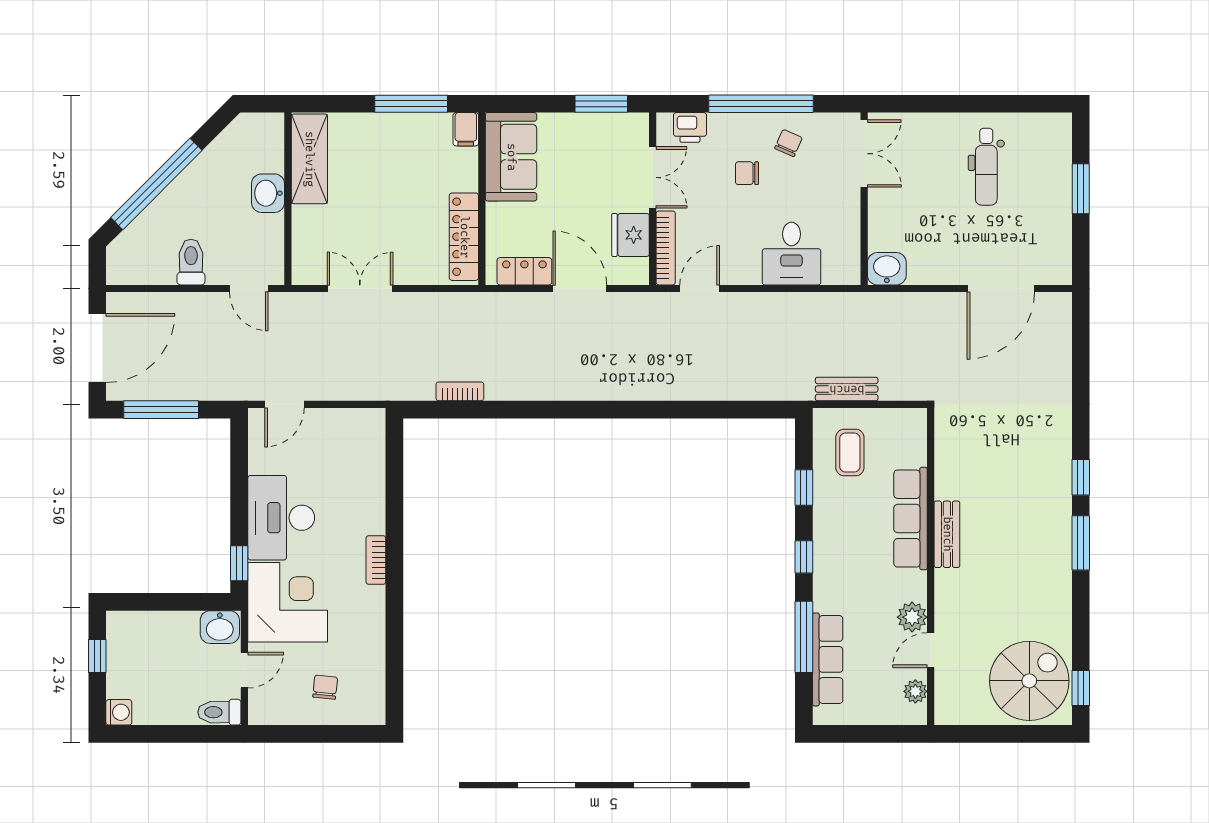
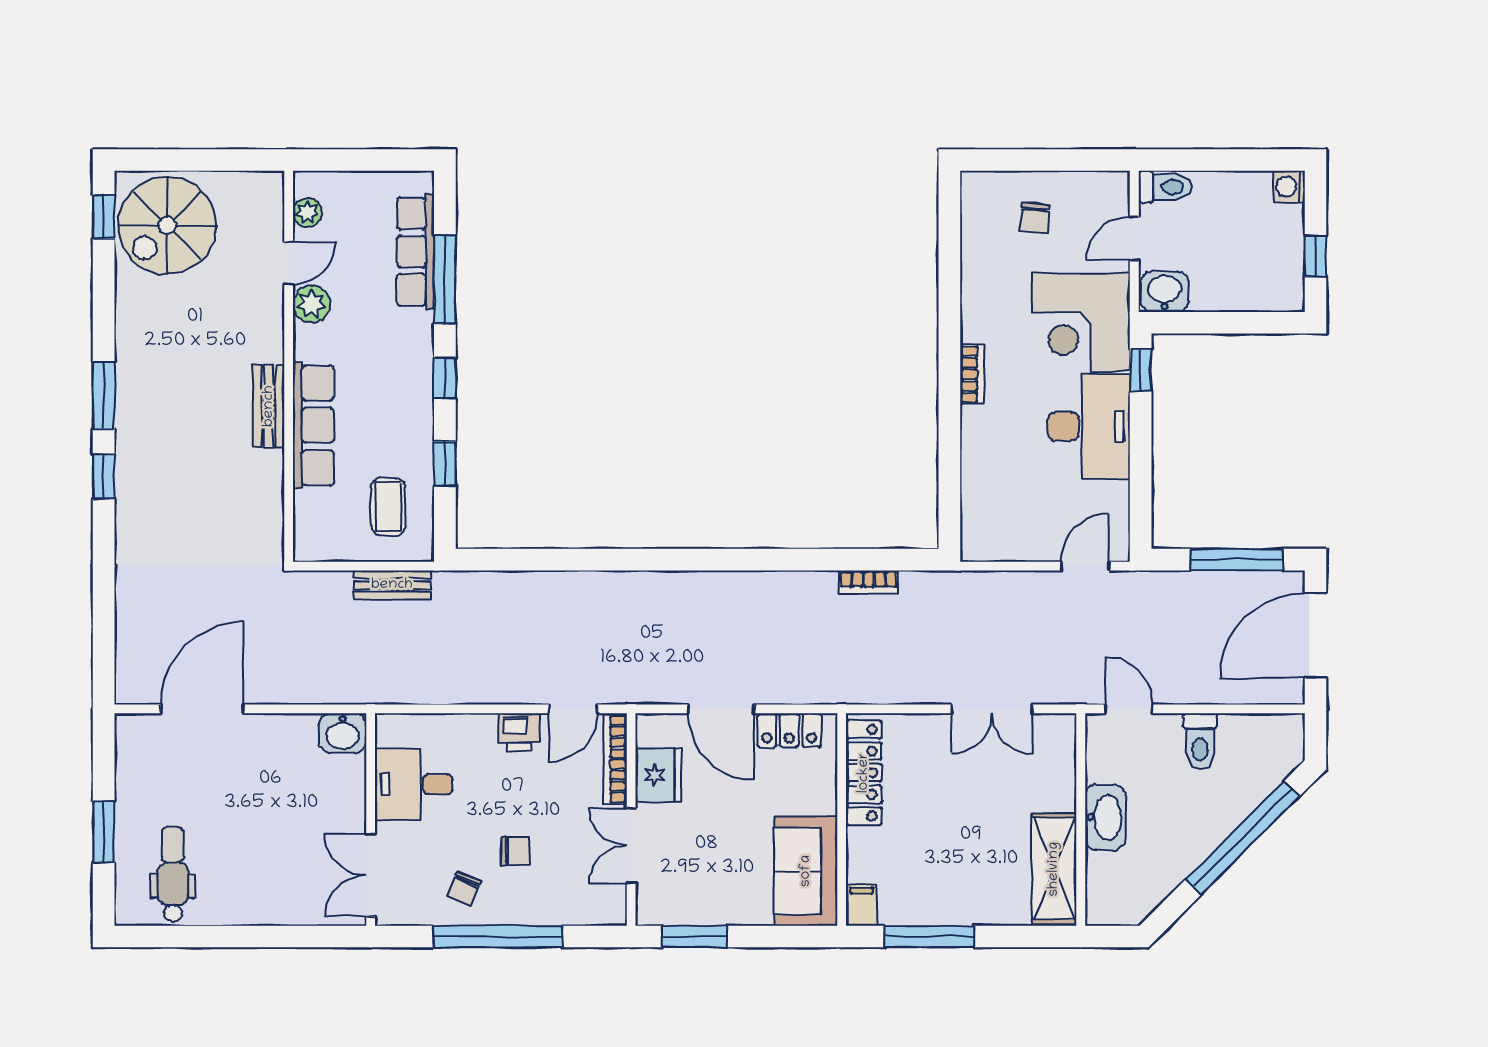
printer: (690, 127) -> (519, 732), moved, turned 180
dental chair: (986, 167) -> (173, 874), moved
washbasin: (268, 193) -> (1105, 817), width x1.38
desk: (792, 254) -> (414, 784), moved, turned -90

